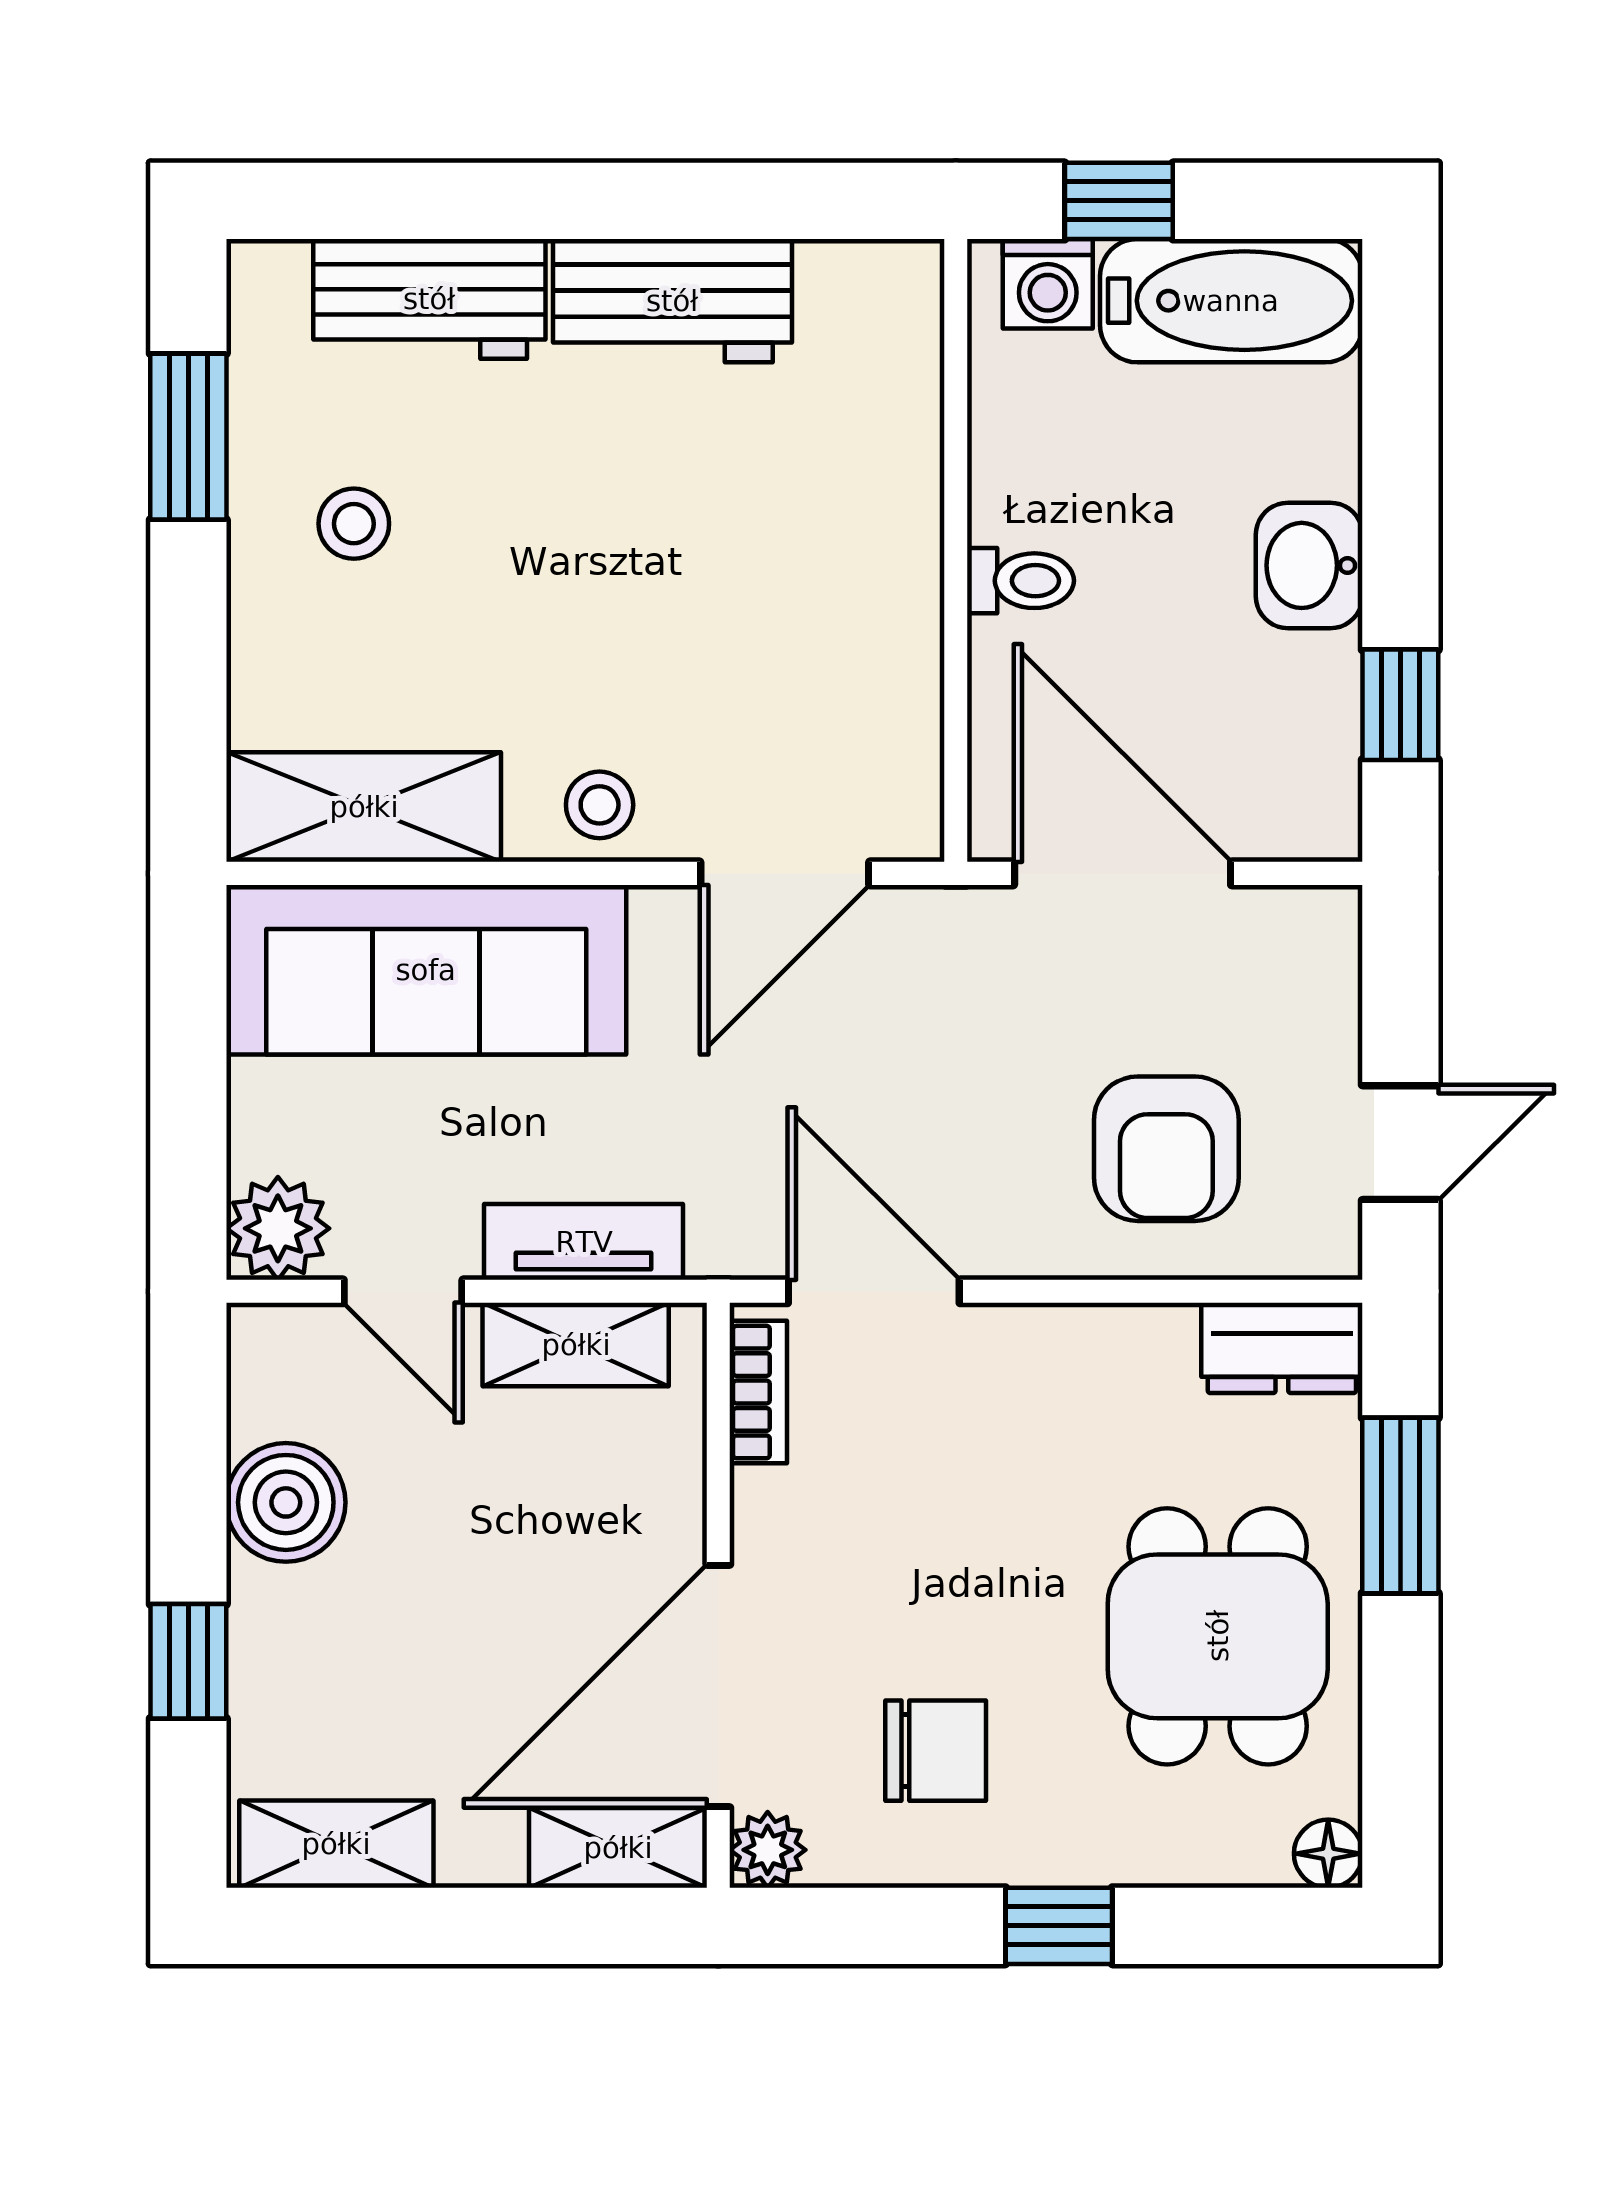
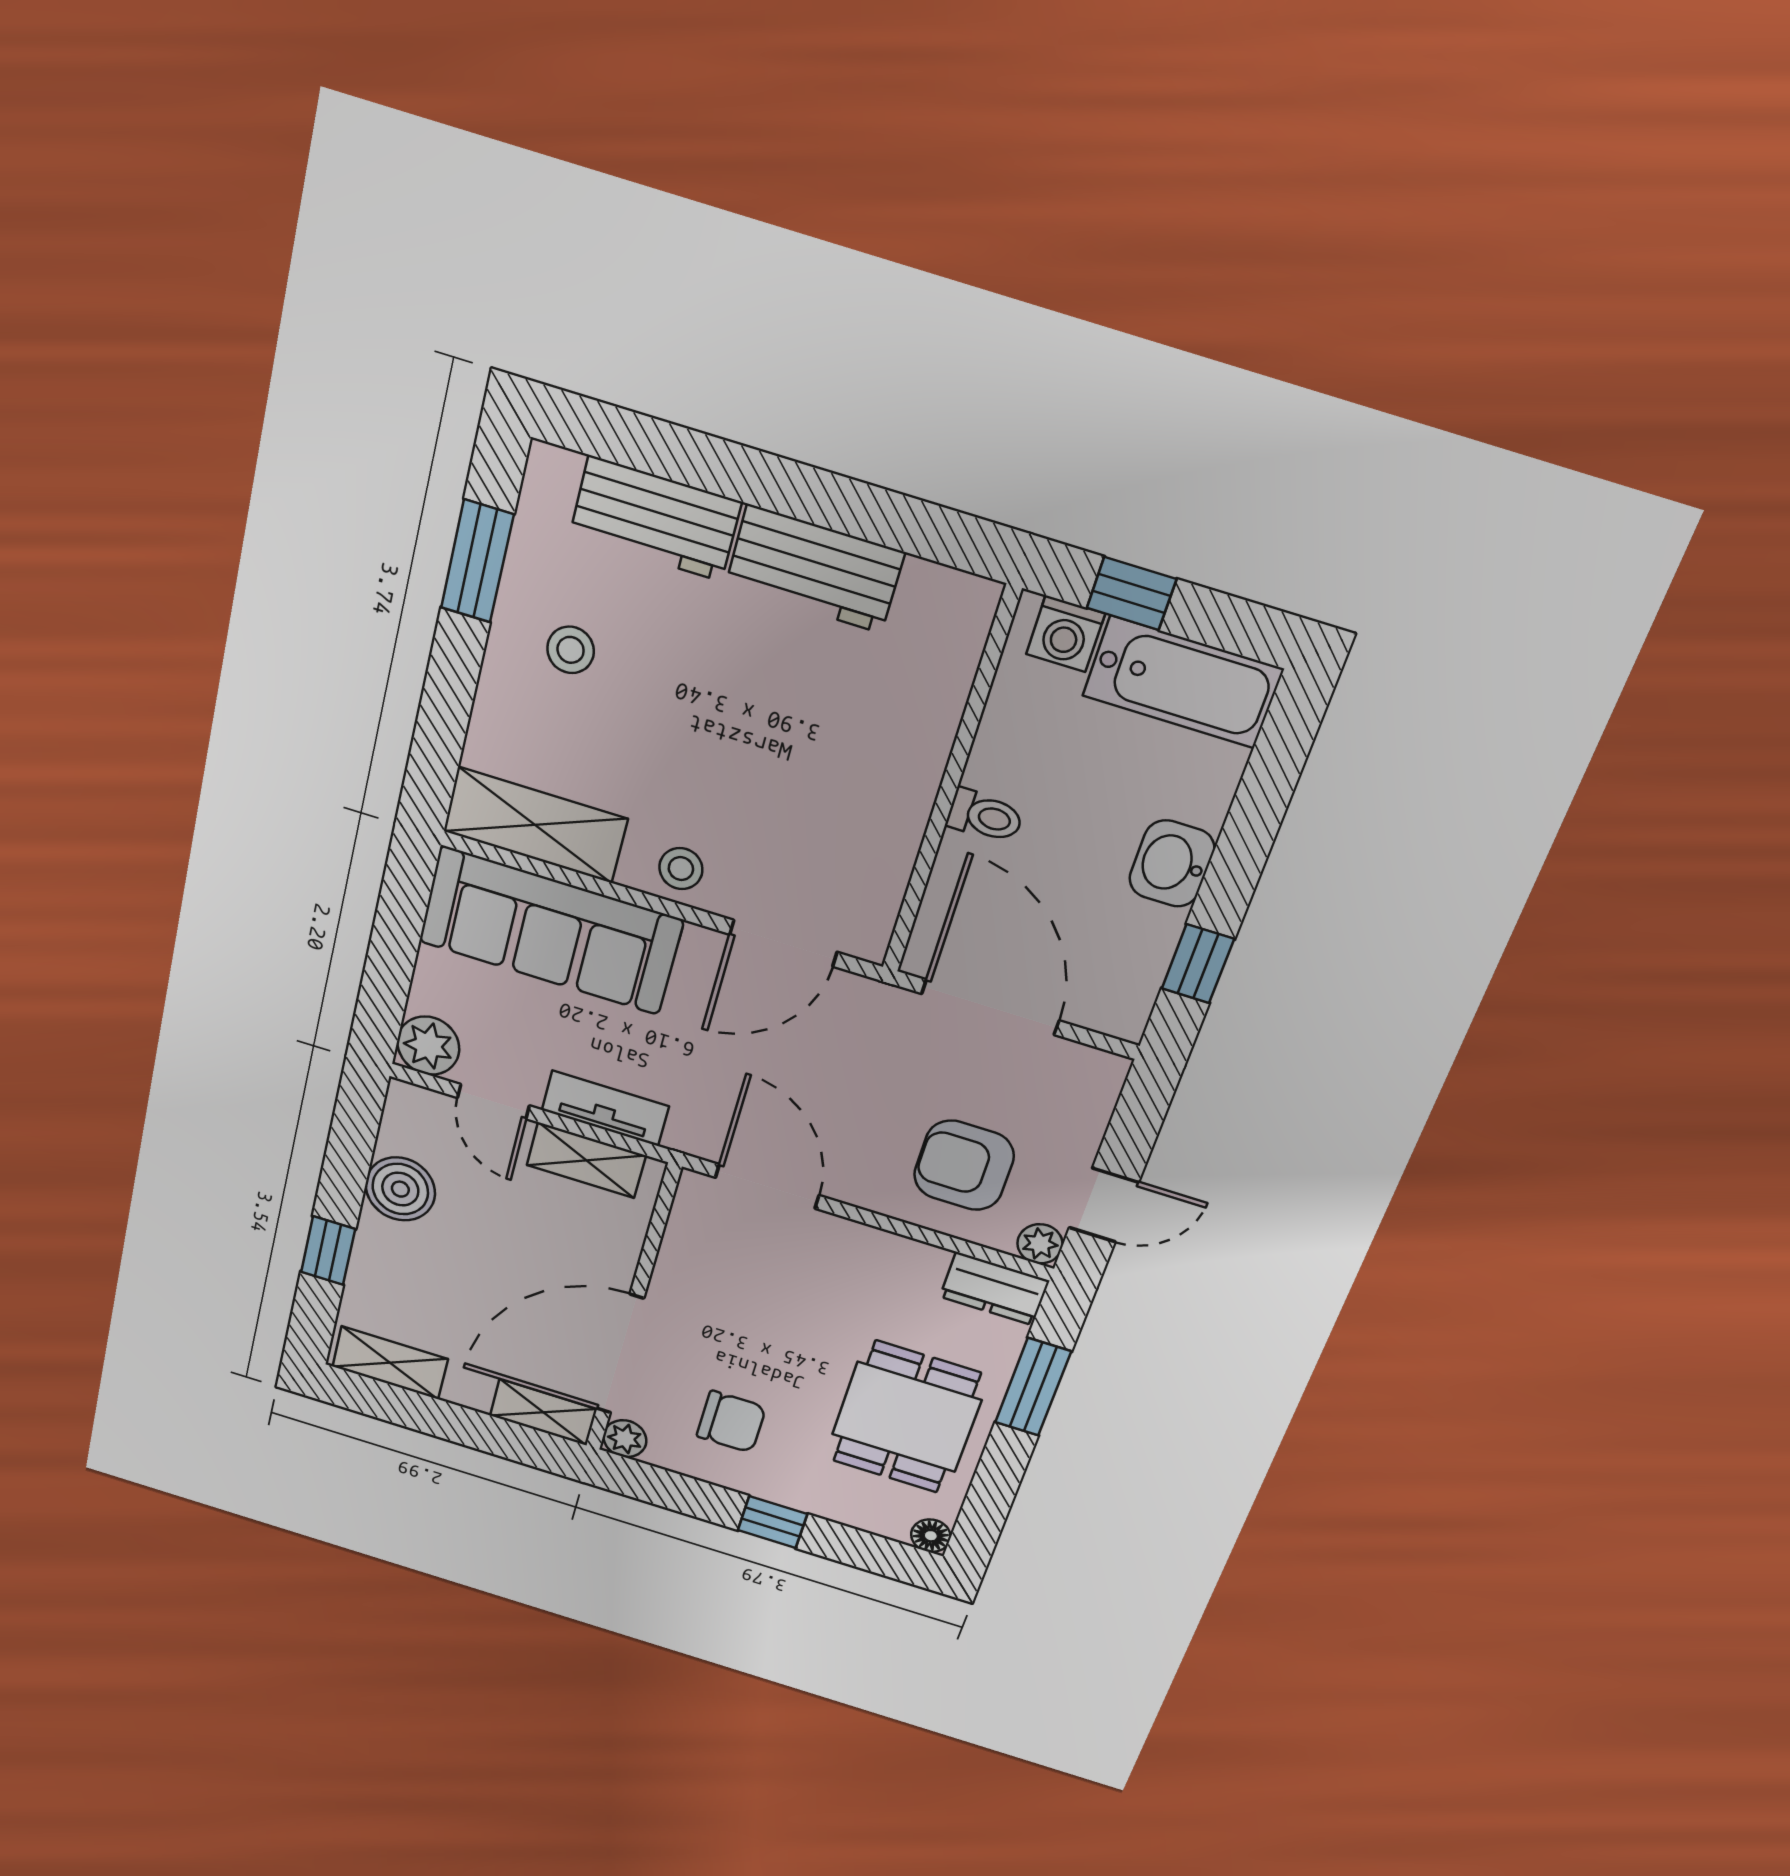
armchair: (1166, 1149) -> (964, 1165), turned 90
plant: (1326, 1244) -> (1040, 1244), added
bookcase: (758, 1392) -> (685, 1217), removed

